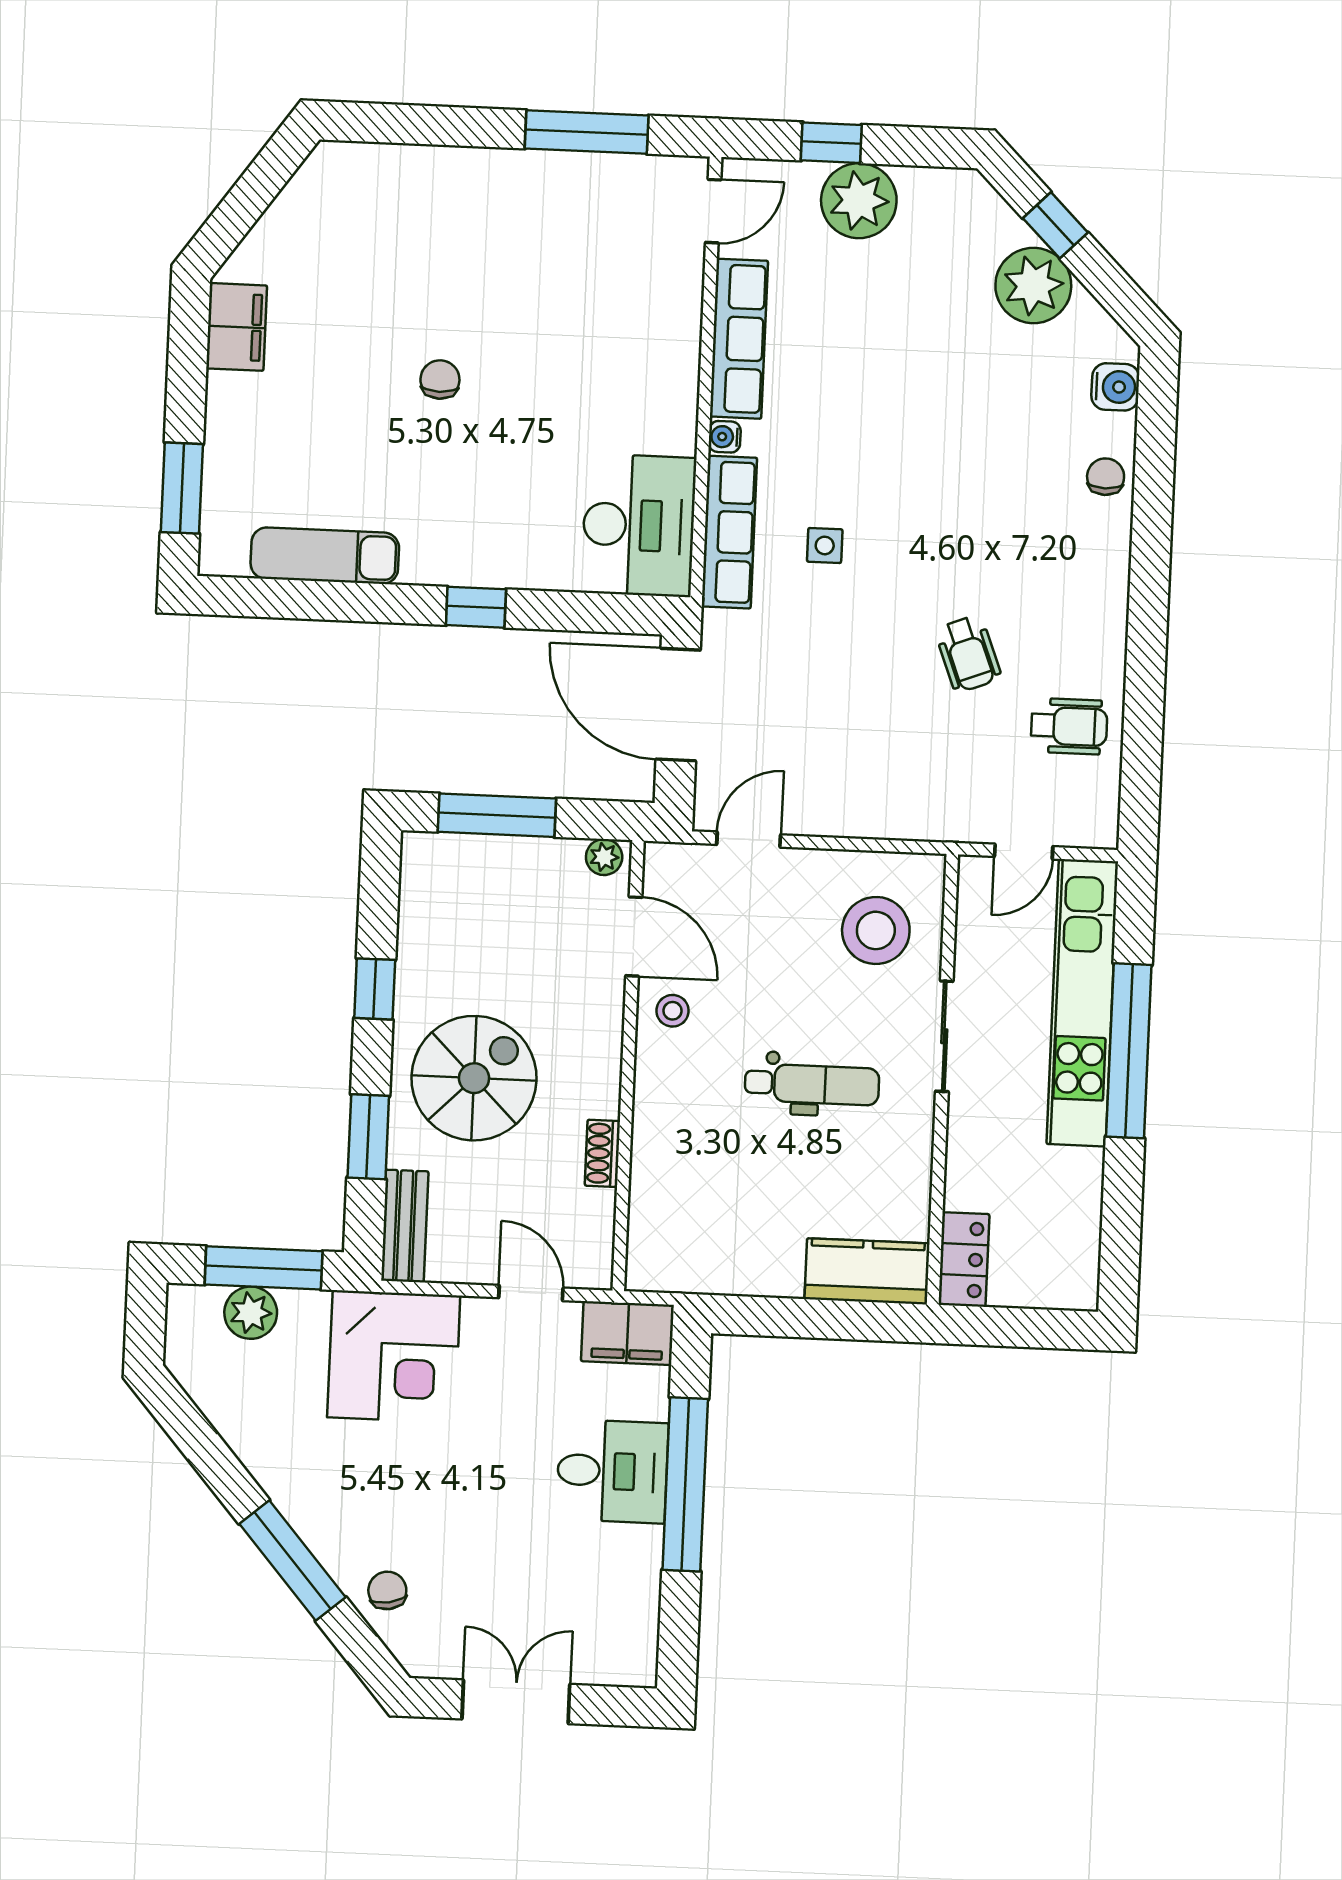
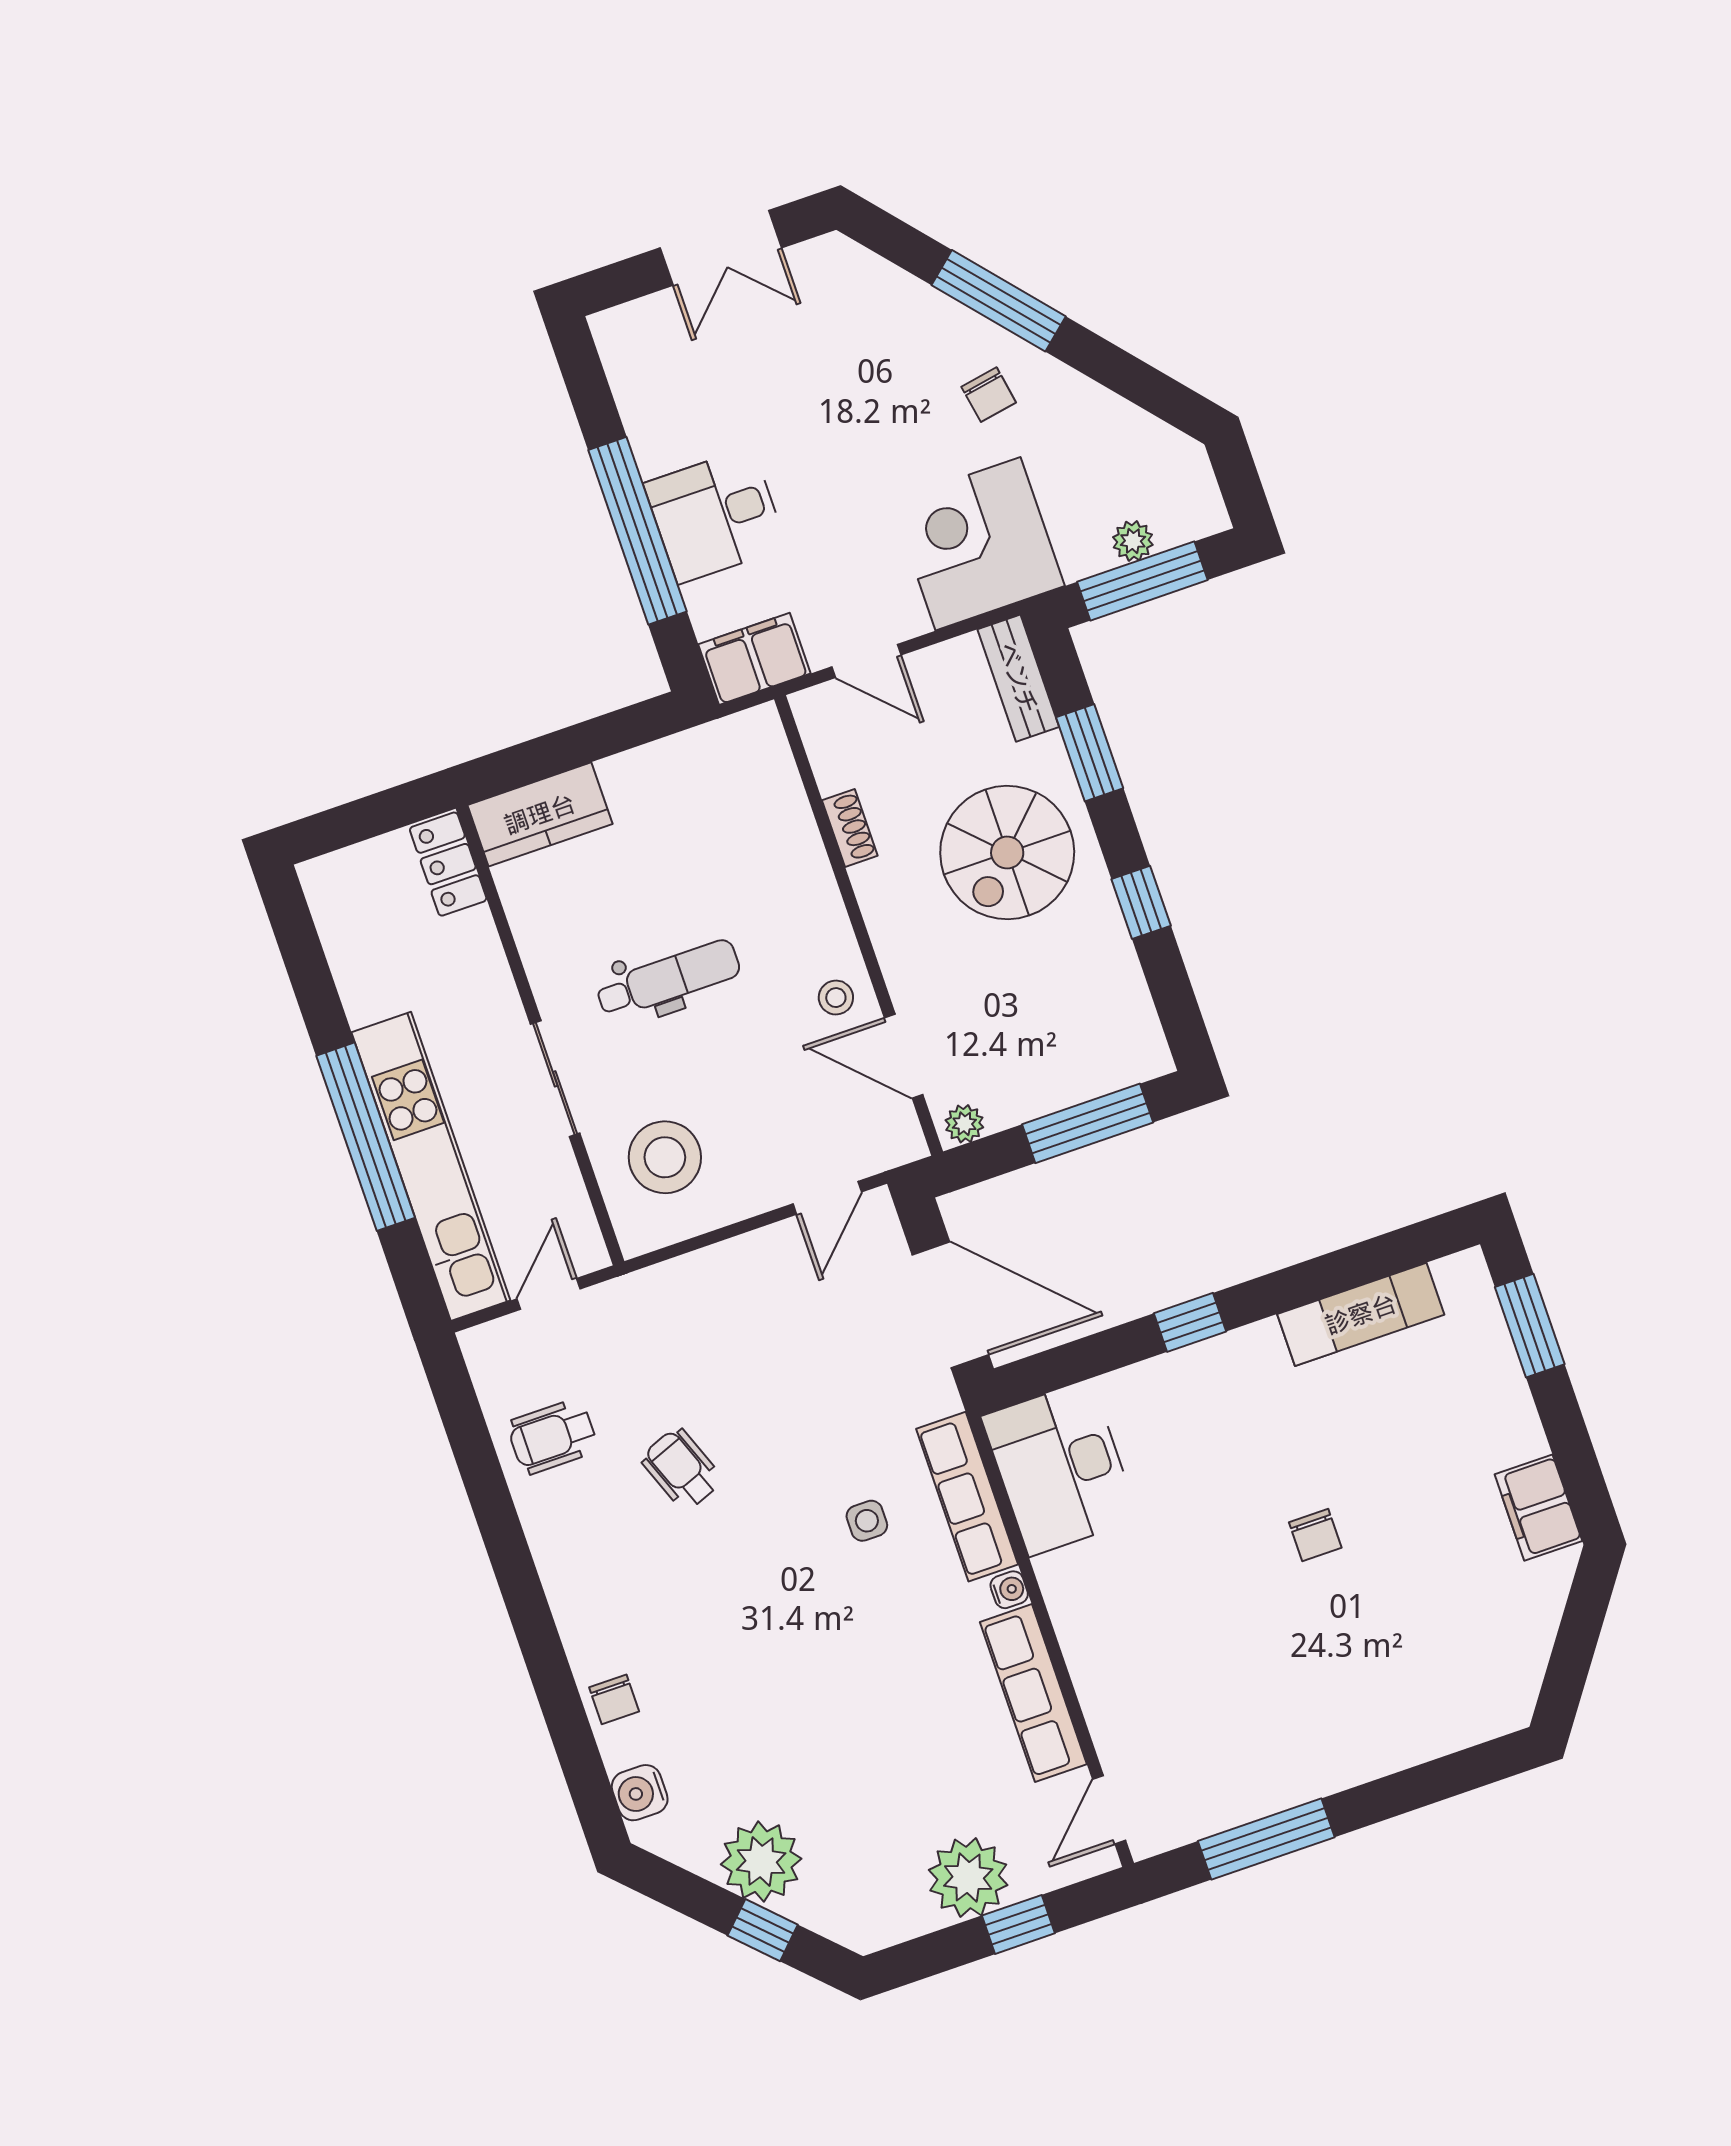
dental chair: (812, 1084) -> (668, 979), turned 180
plant: (251, 1313) -> (1133, 541), width x0.73, depth x0.73
chair: (387, 1590) -> (989, 395), moved

